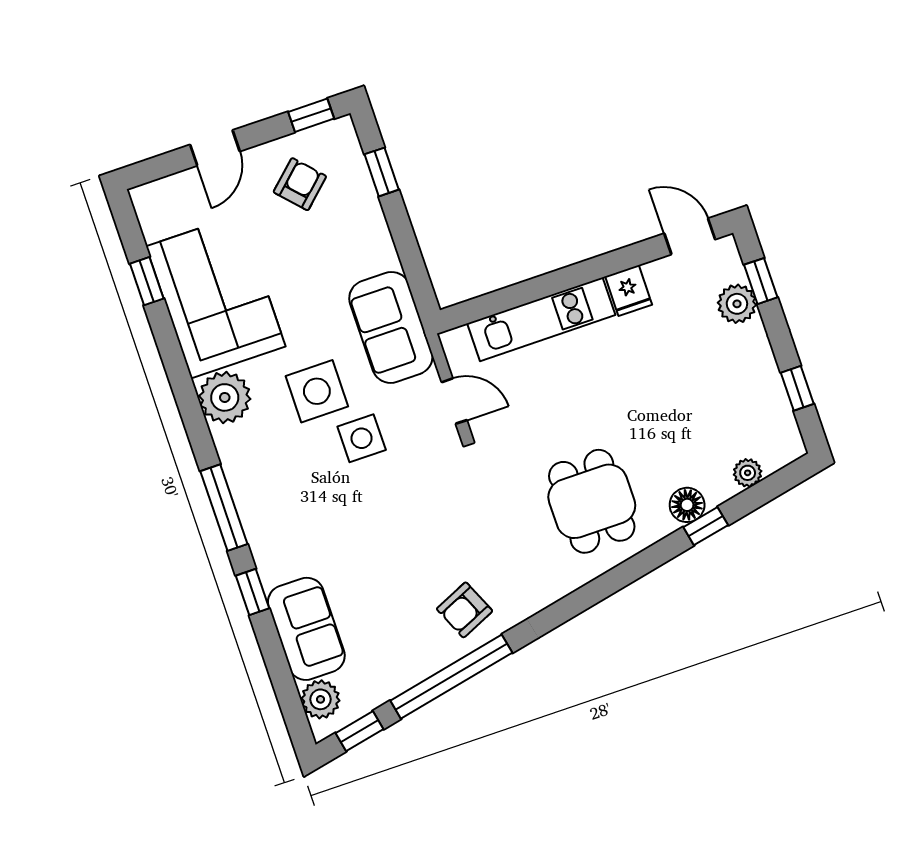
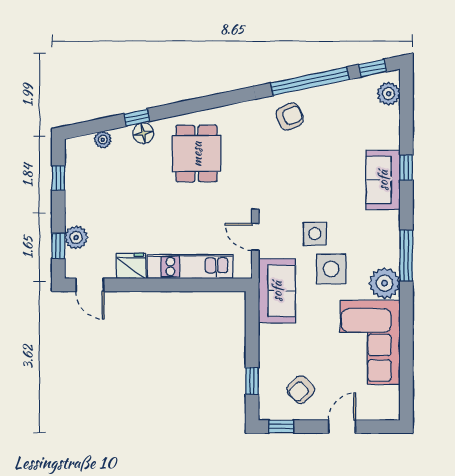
window: (147, 281) -> (406, 364), removed
fridge: (629, 290) -> (131, 266), width x1.38
window: (224, 508) -> (406, 255), moved
sofa: (306, 629) -> (383, 180), moved

